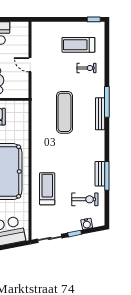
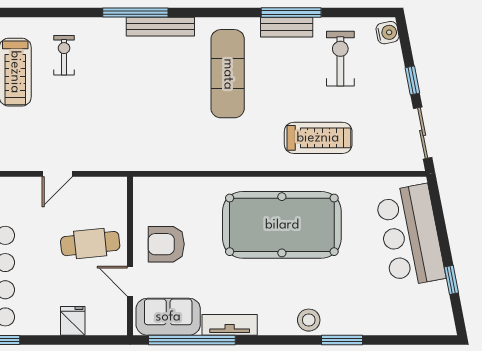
exercise mat: (64, 112) -> (228, 74), moved, turned 90
treadmill: (47, 189) -> (318, 138), turned 180
water cooler: (87, 224) -> (388, 33), moved

